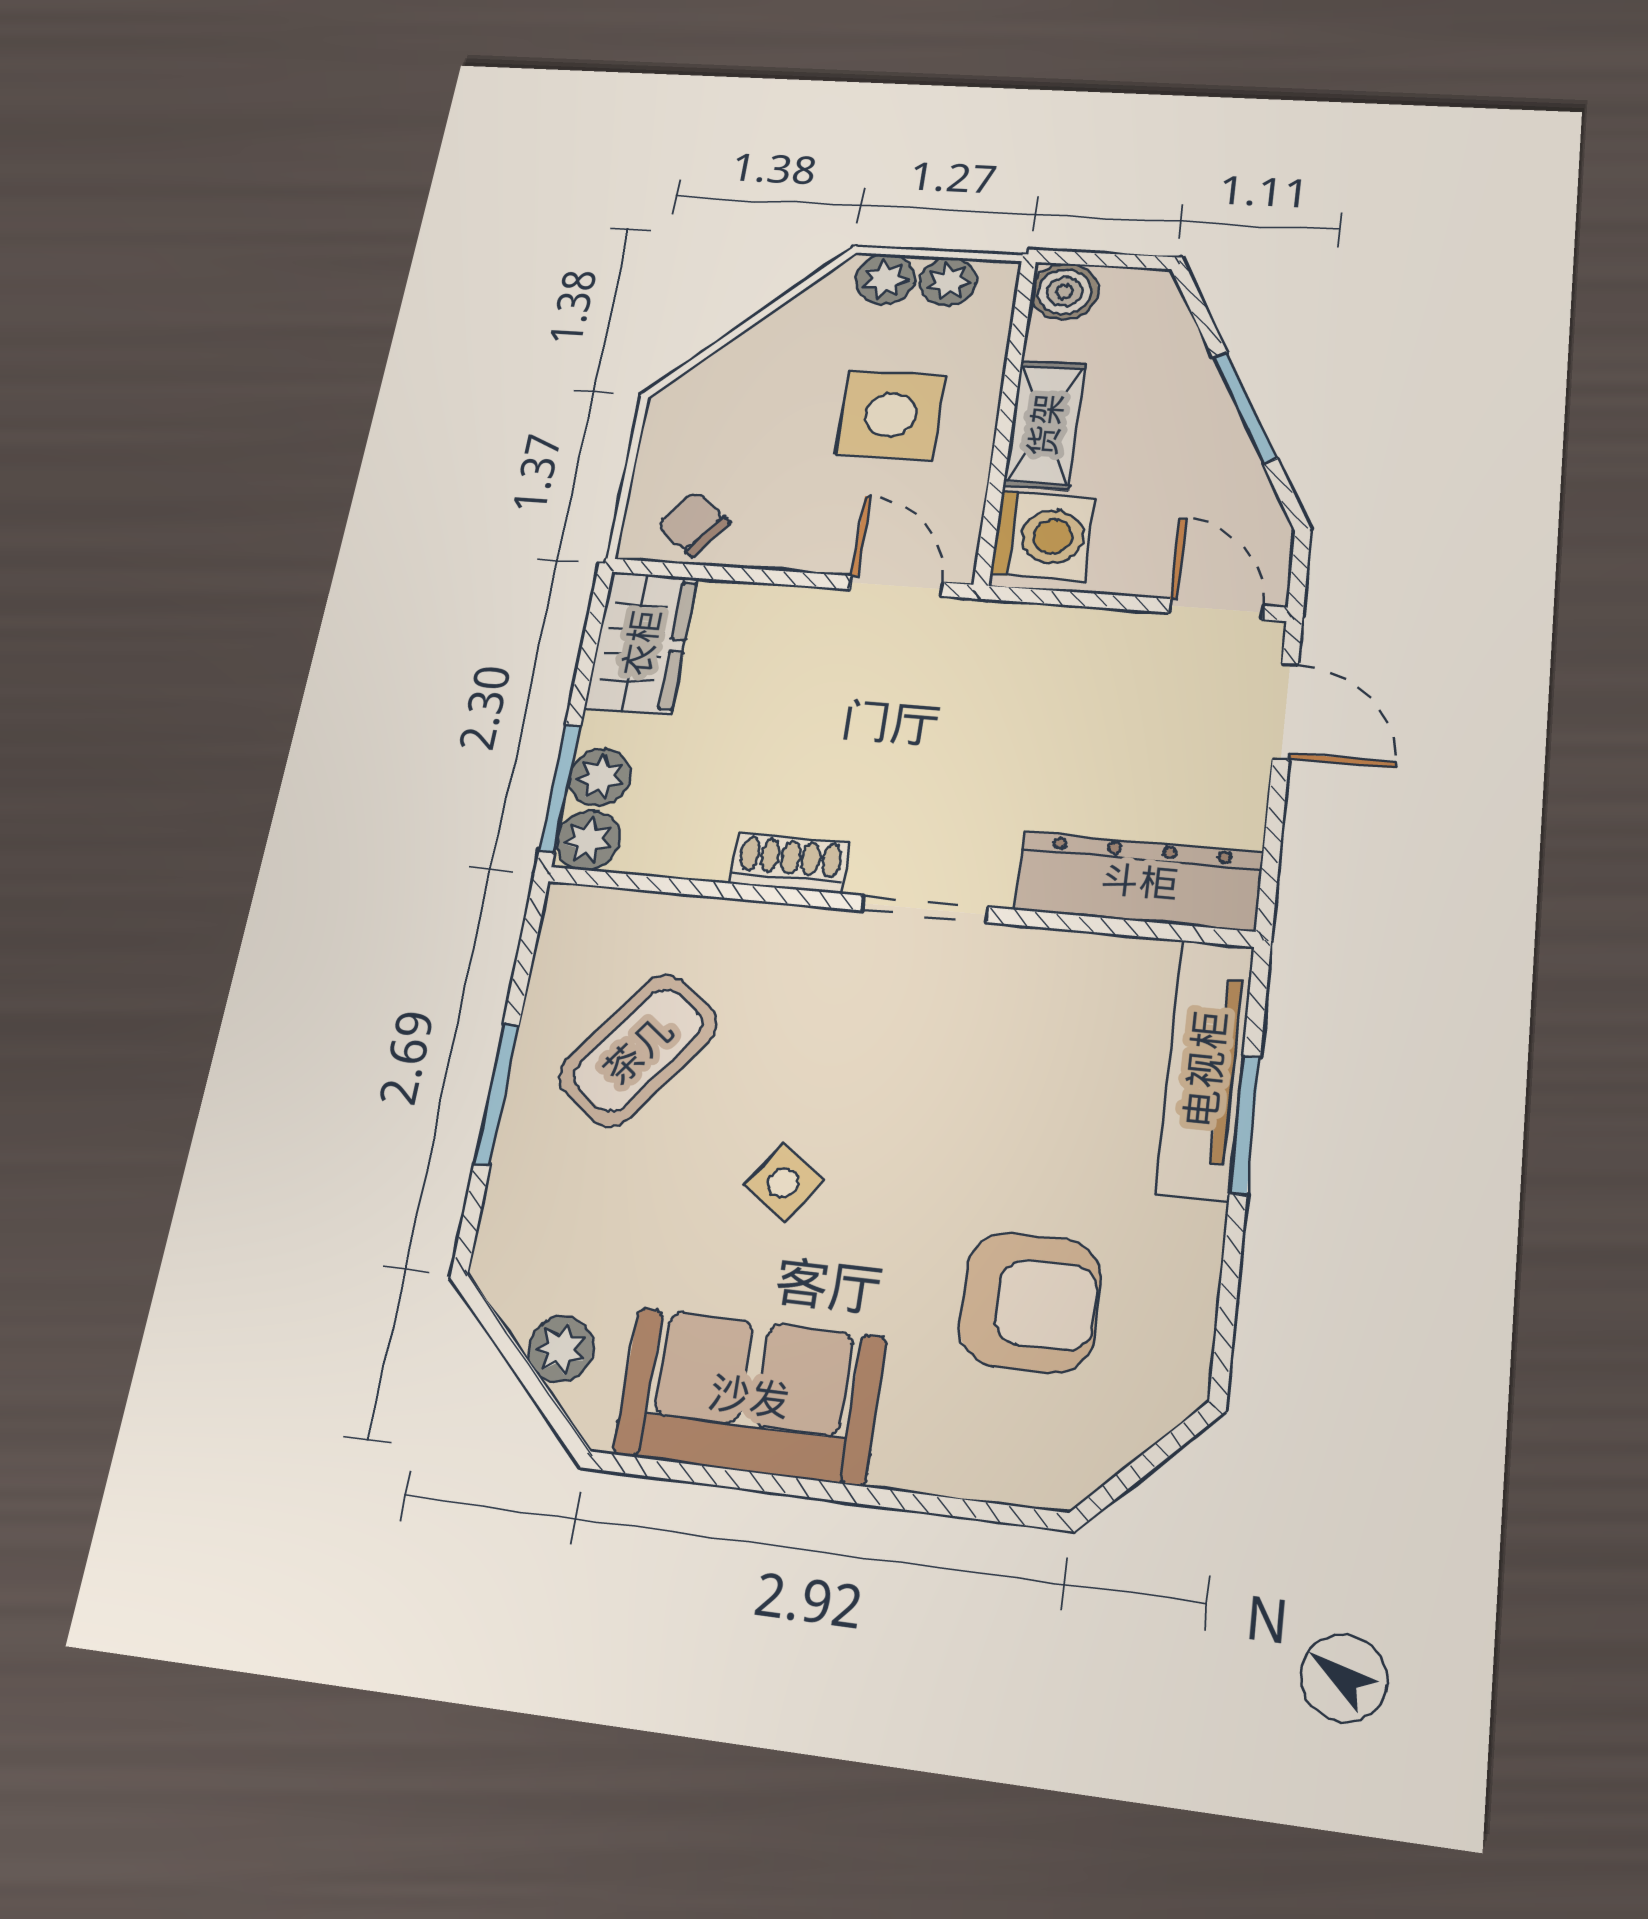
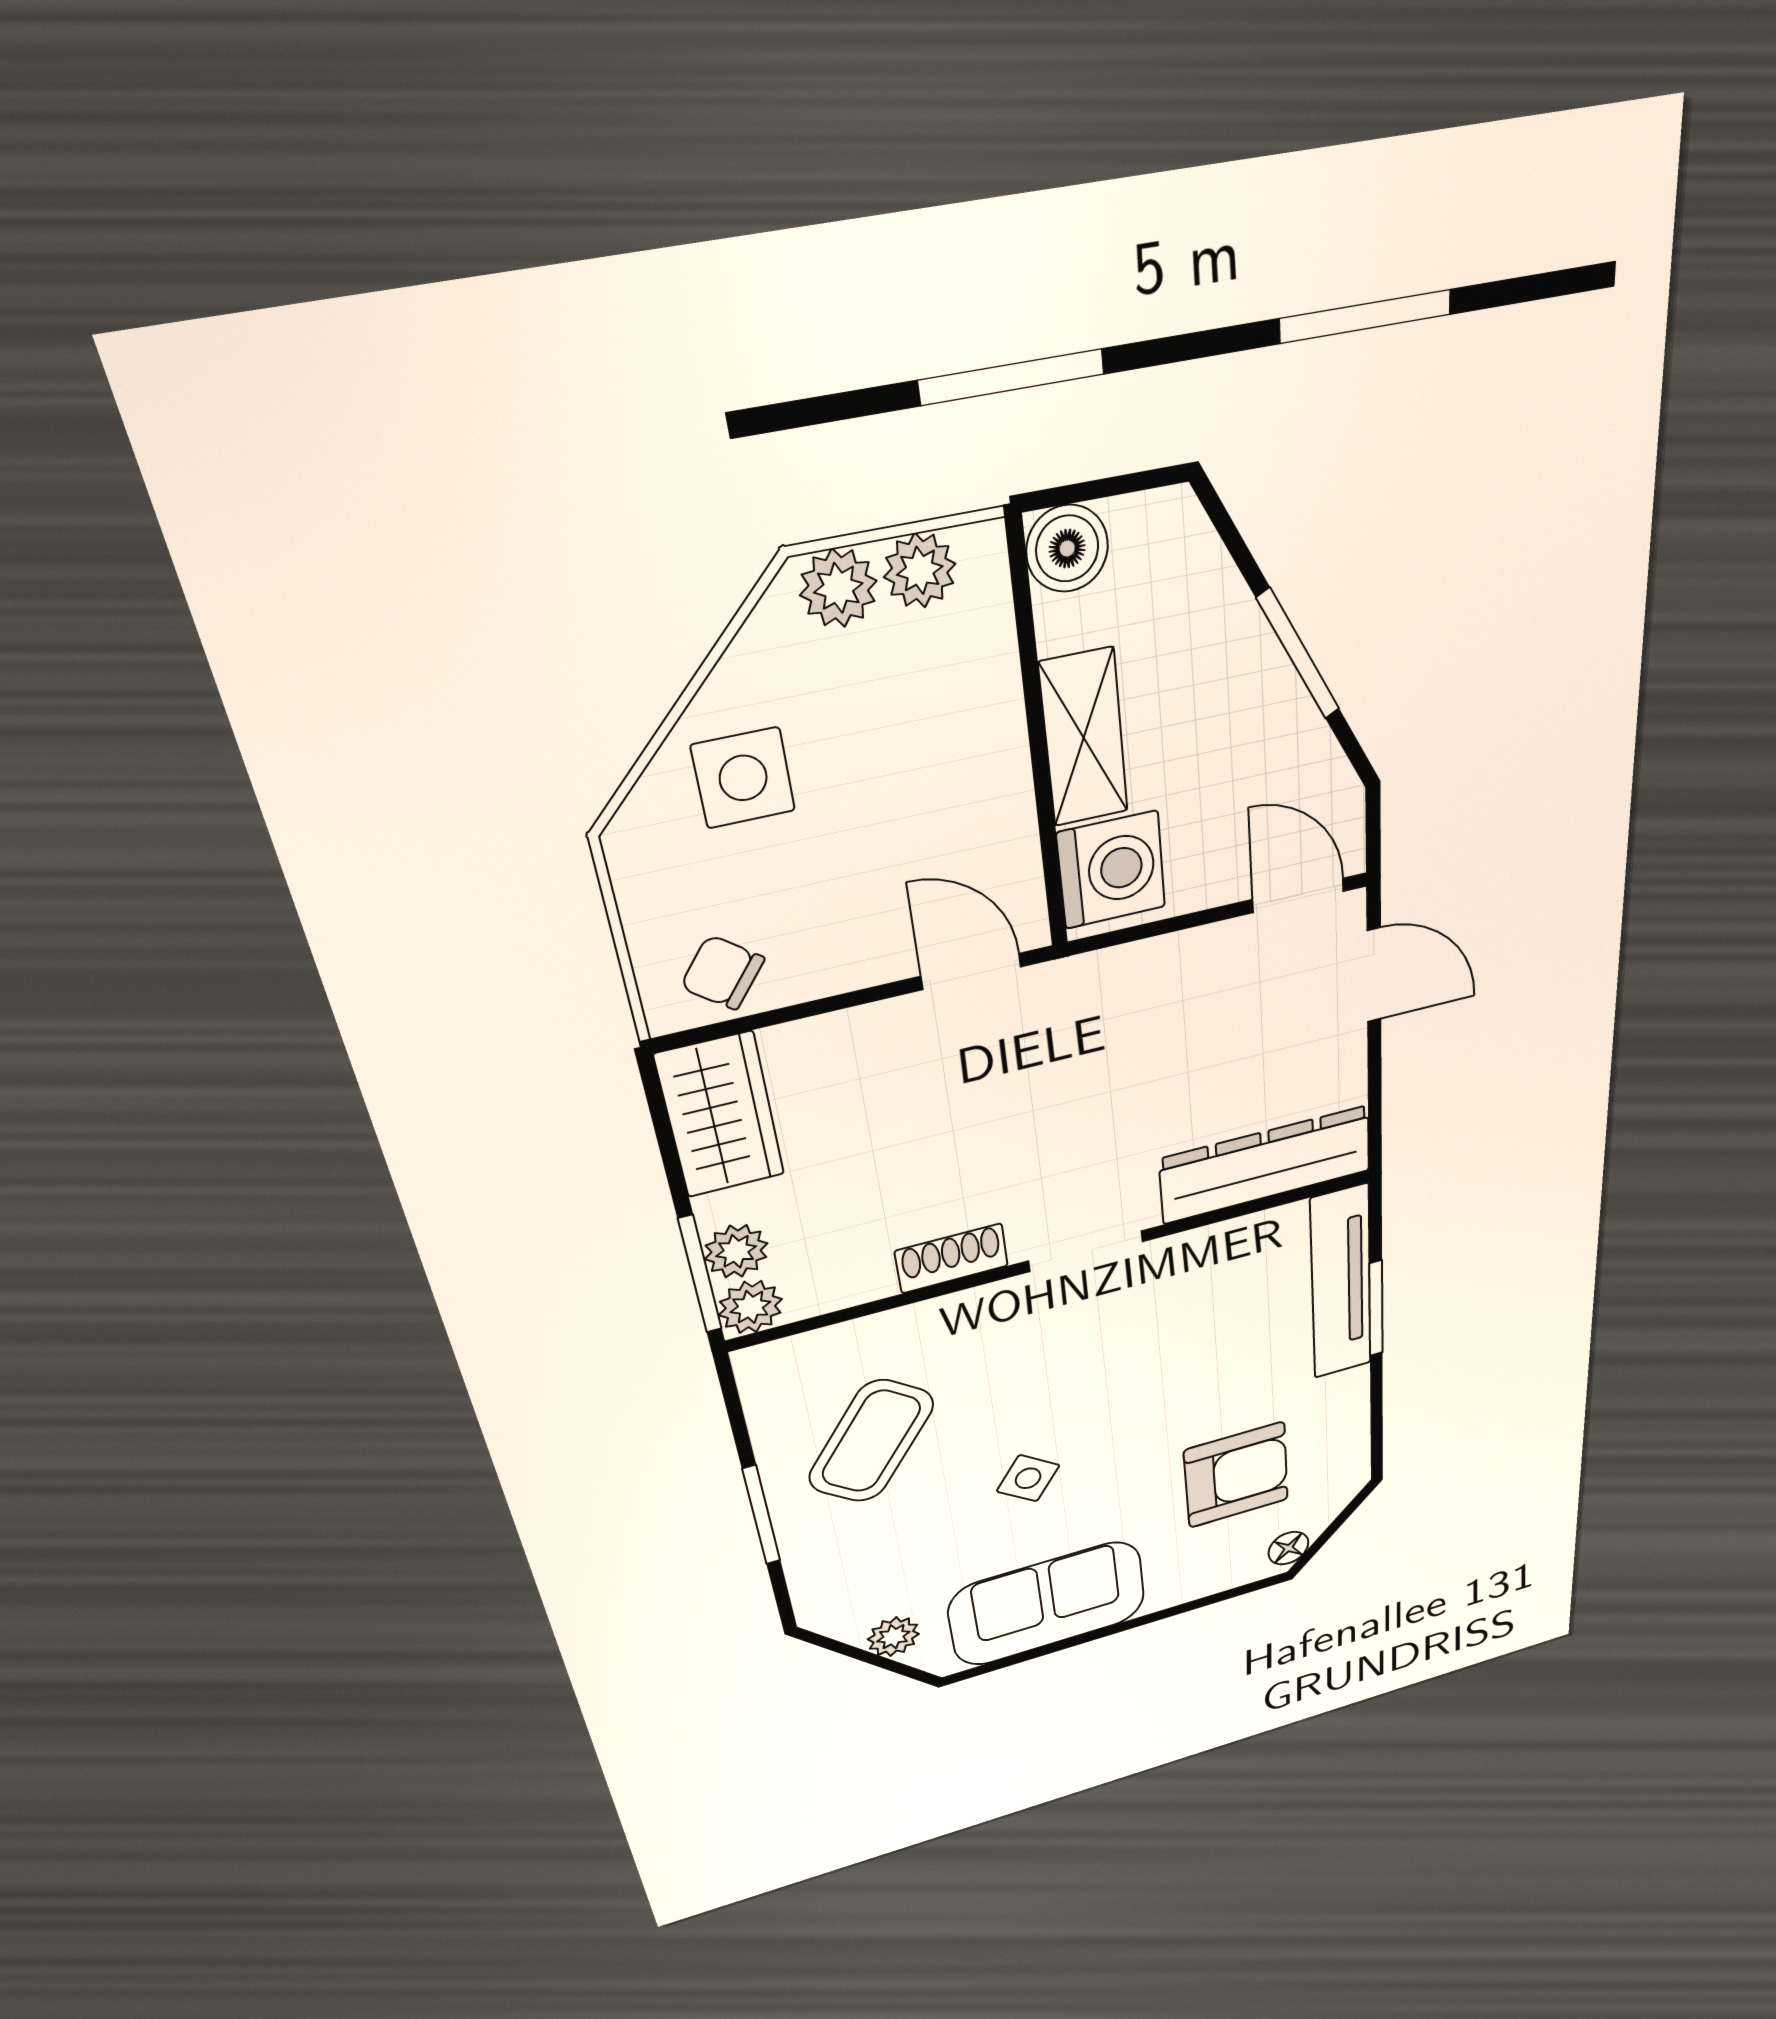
side table: (891, 415) -> (743, 778), moved, width x0.73, depth x0.73
floor lamp: (1078, 1469) -> (1288, 1548), added

